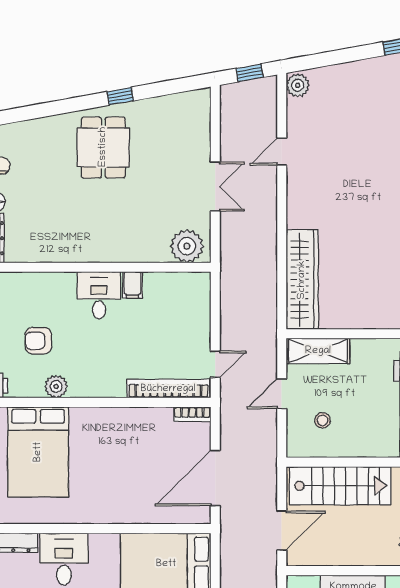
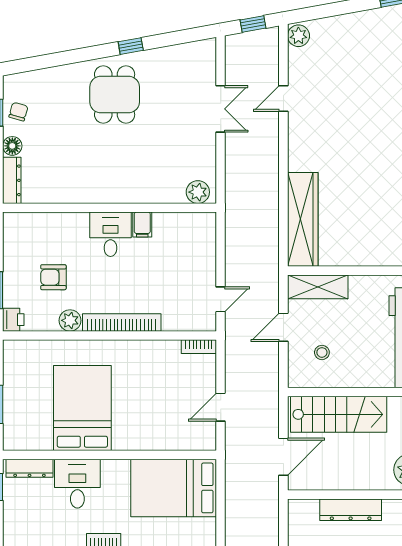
double door: (215, 186) -> (221, 109), moved
plant: (187, 246) -> (198, 192), width x0.73, depth x0.73
bookcase: (168, 389) -> (122, 322), moved
bed: (38, 452) -> (82, 408), moved, turned 180
door: (215, 478) -> (221, 407), width x0.53

